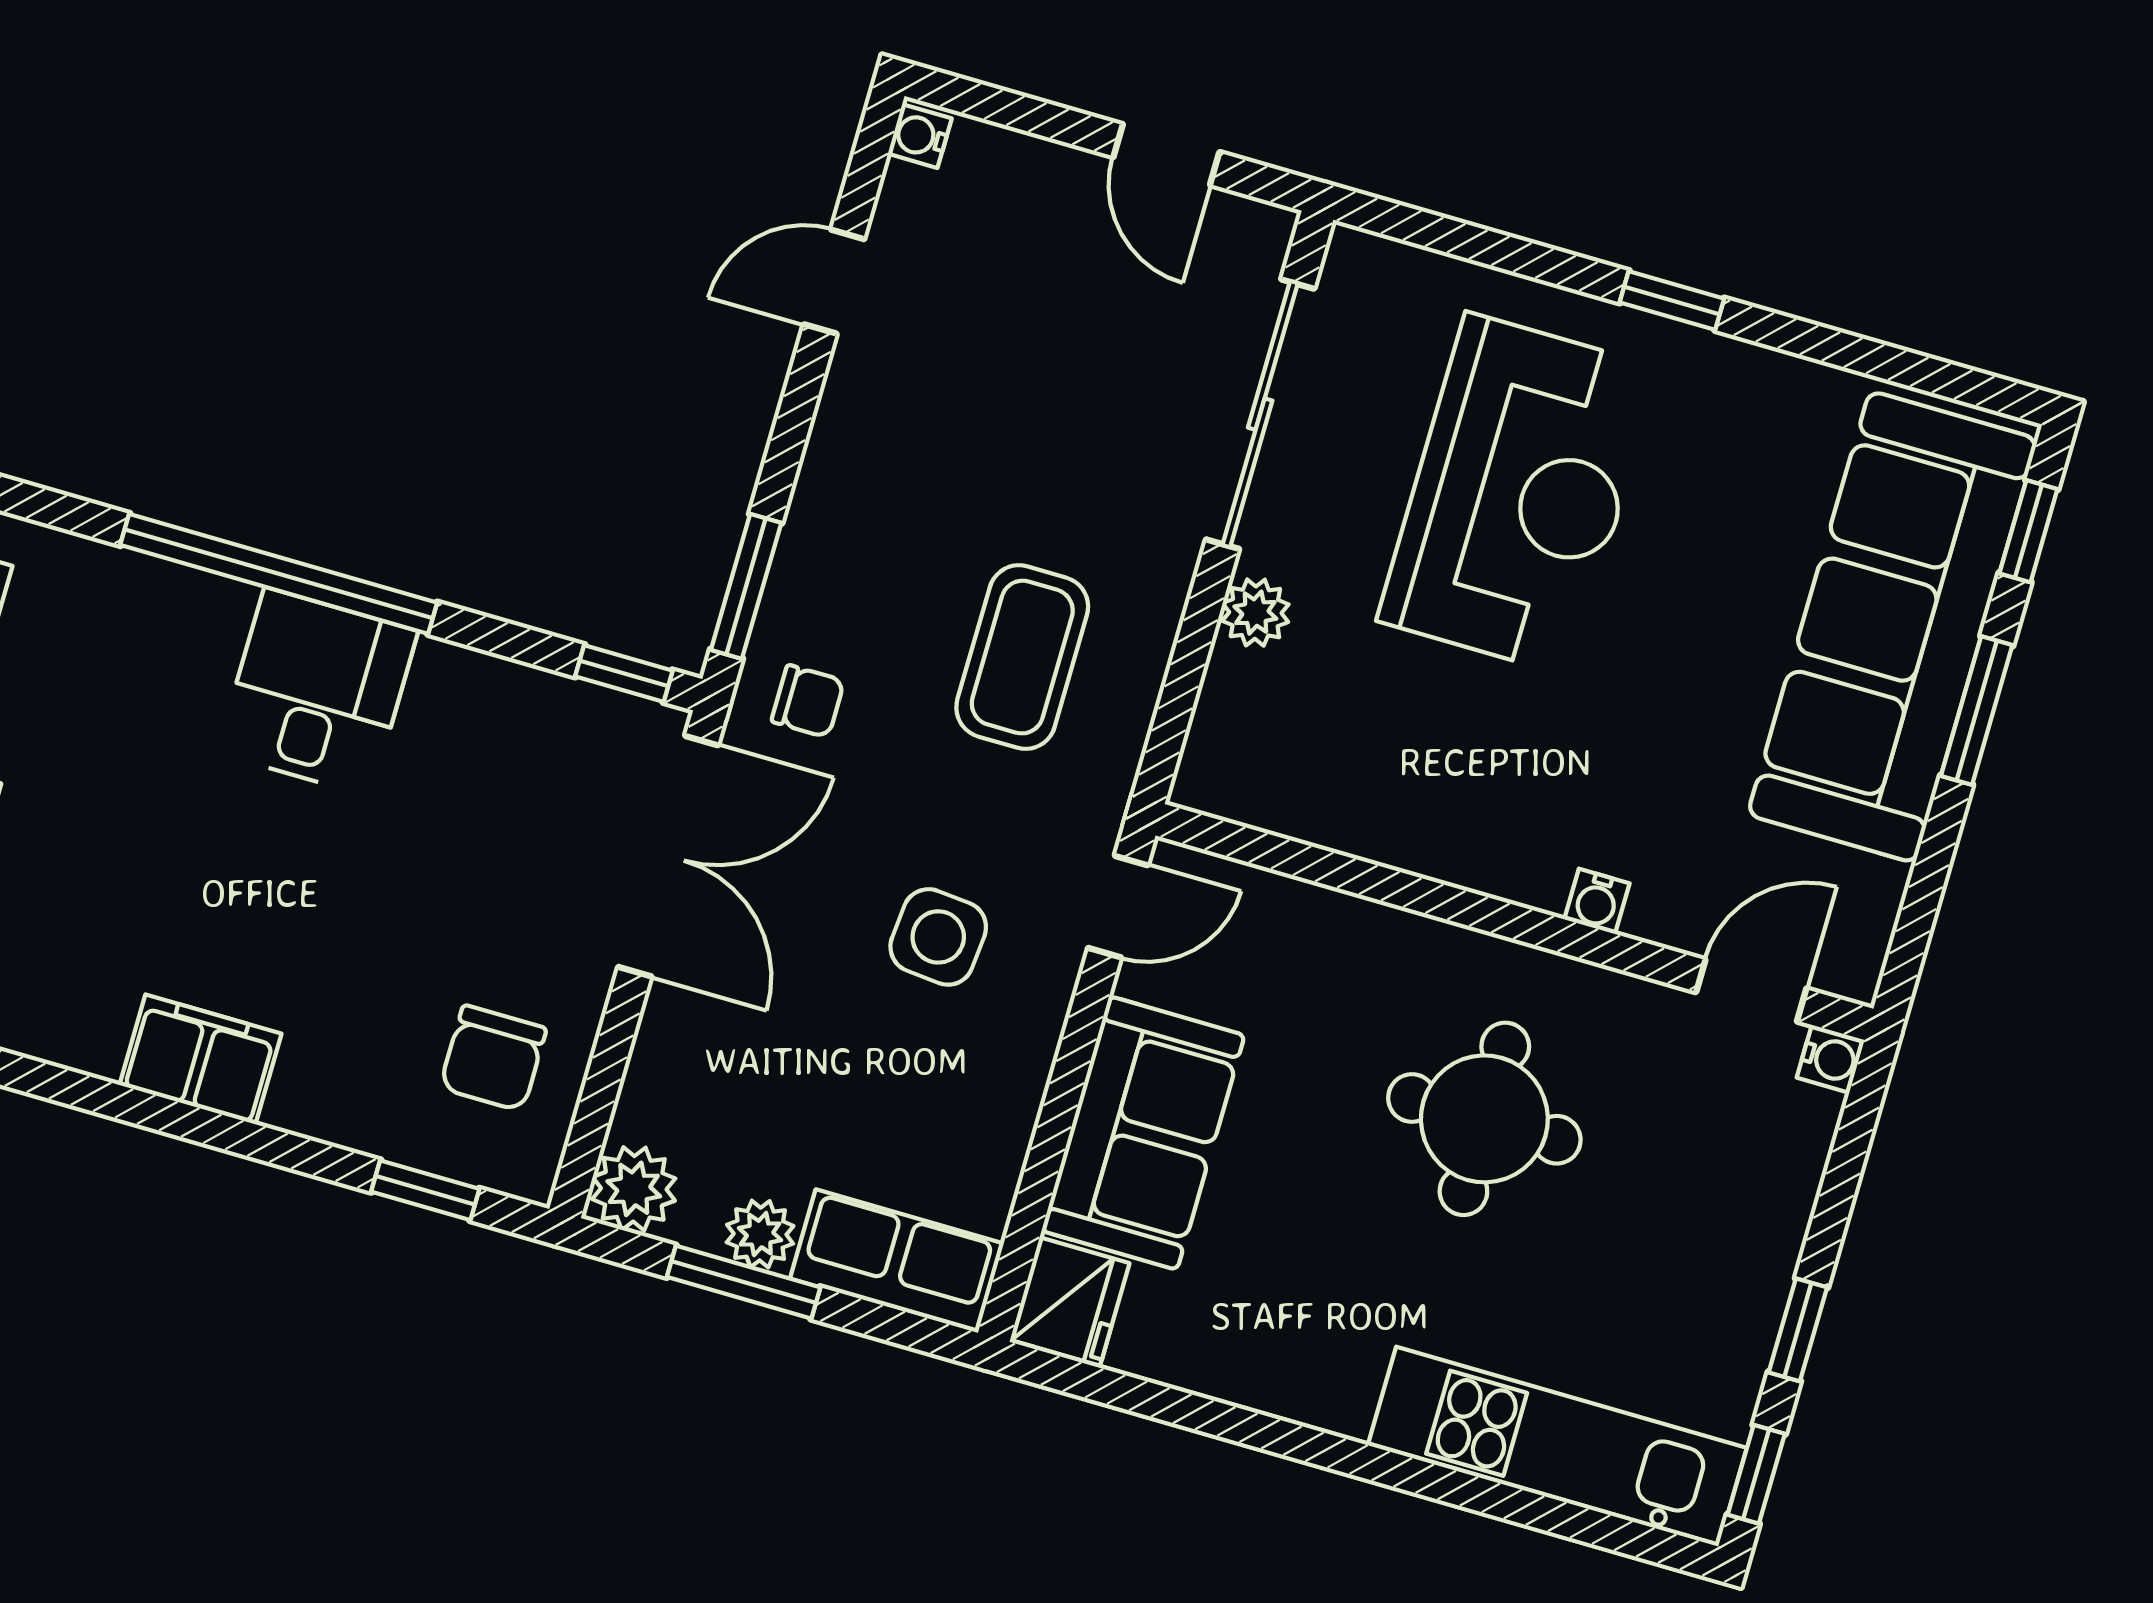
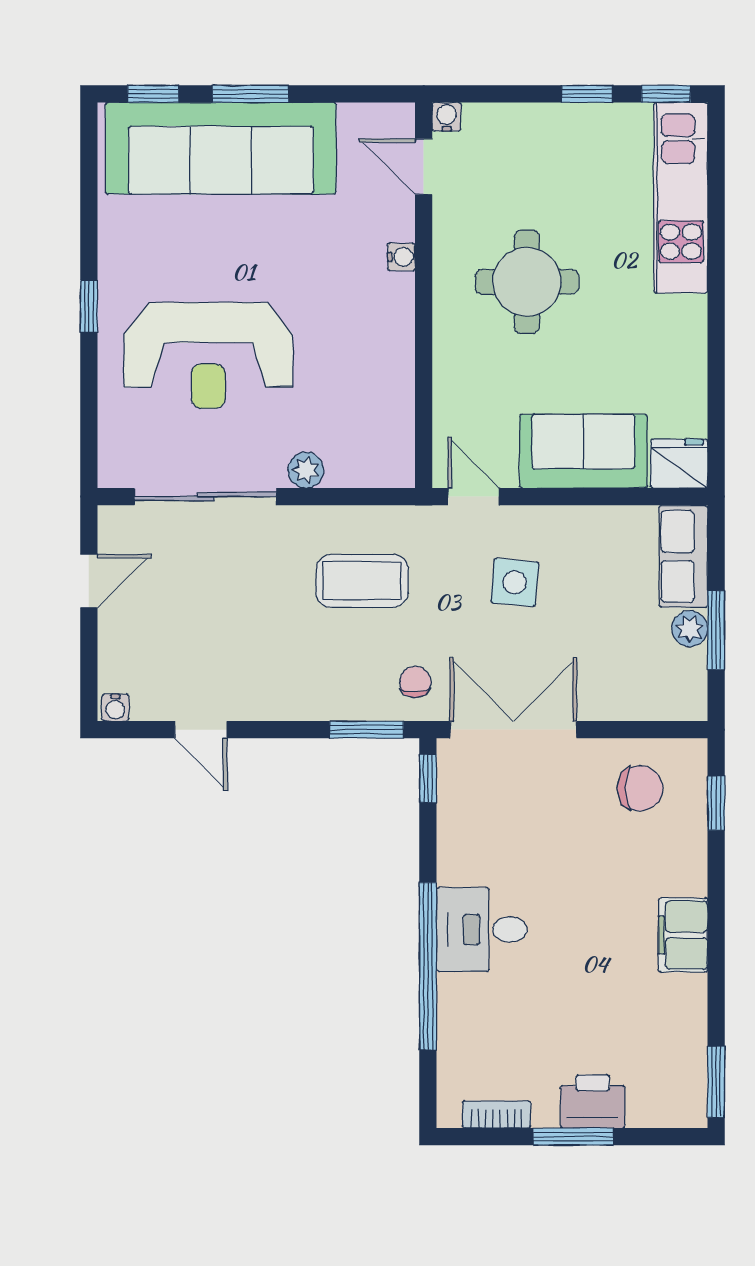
reception desk: (1518, 494) -> (208, 355), turned 180
plant: (634, 1189) -> (685, 699), removed

